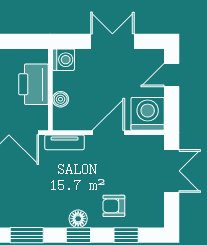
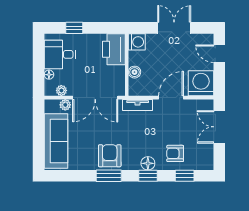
door: (172, 75) -> (219, 54), hinge flipped
printer: (33, 84) -> (114, 49), moved
double door: (172, 171) -> (219, 127), swing flipped
armchair: (28, 209) -> (110, 156), added

